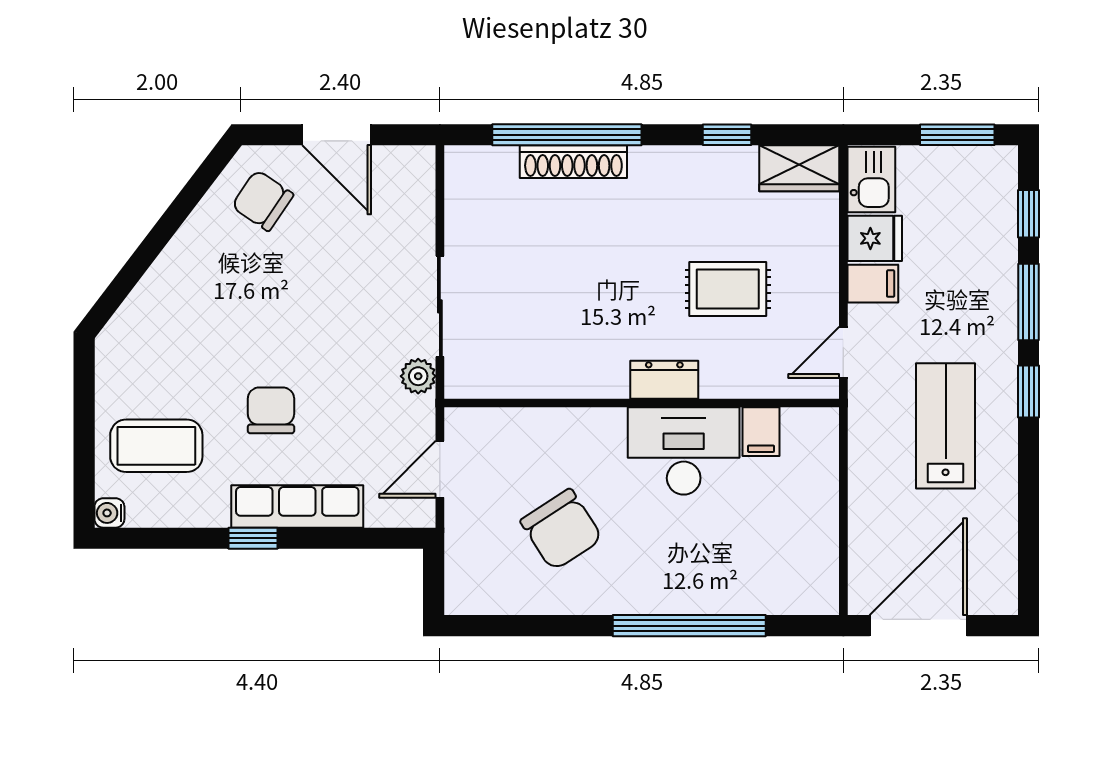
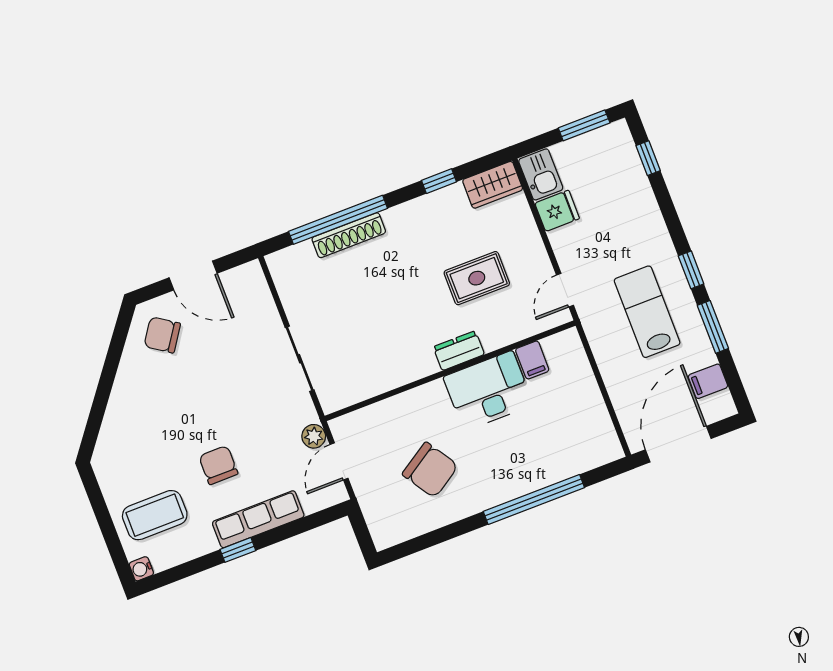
filing cabinet: (873, 284) -> (708, 381), moved, turned 180
window: (1029, 302) -> (713, 327), moved
plant: (418, 376) -> (314, 436), moved

